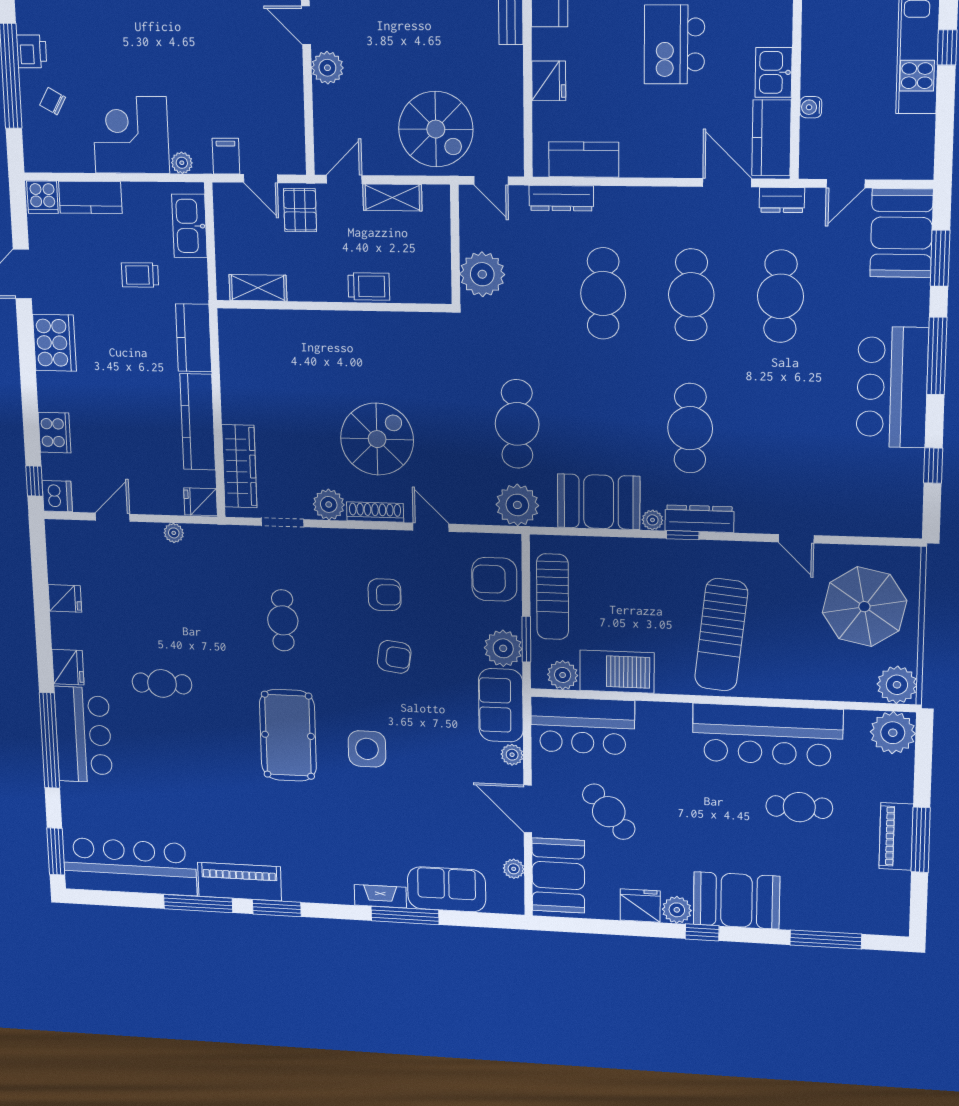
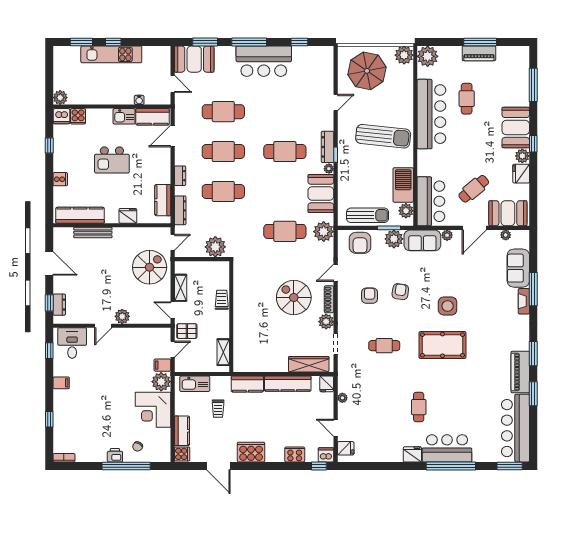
plant: (182, 163) -> (161, 382), width x1.88, depth x1.88
dresser: (782, 200) -> (180, 176), moved
fridge: (65, 598) -> (346, 448), moved, turned 90
window: (198, 904) -> (533, 394), width x0.69

